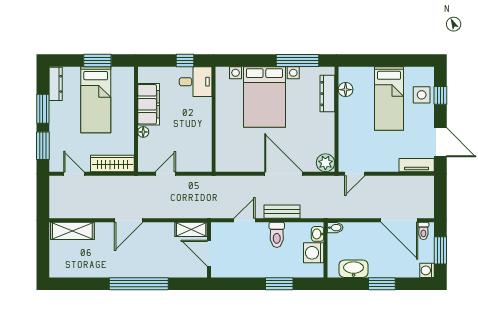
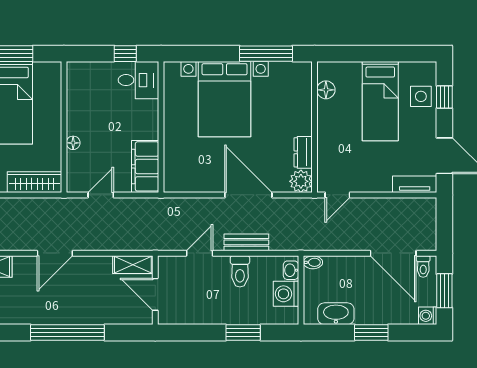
dresser: (327, 94) -> (303, 152), moved, width x0.70
filing cabinet: (149, 104) -> (145, 166), moved, turned 180

